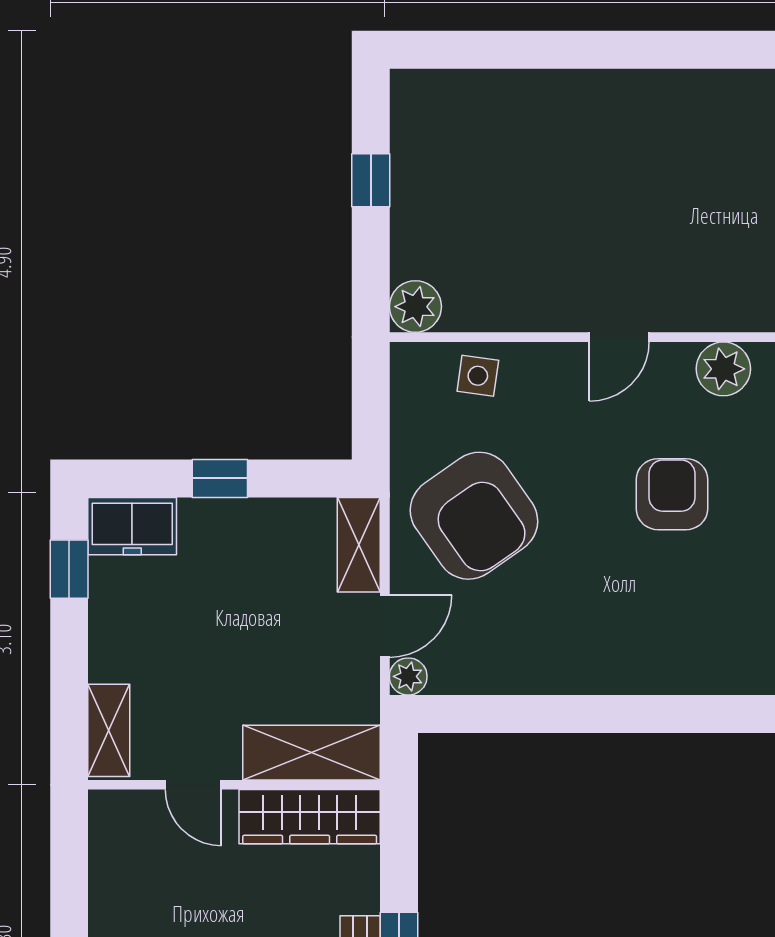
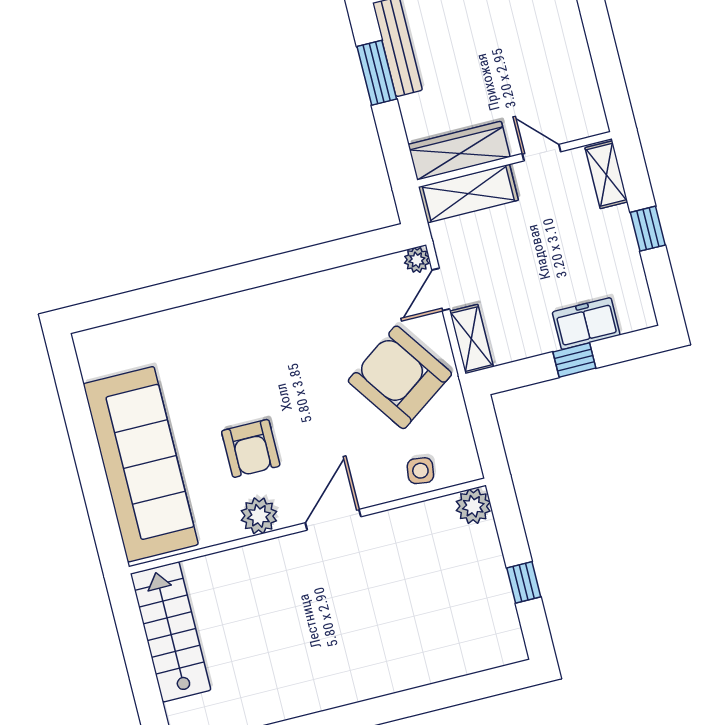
door: (619, 337) -> (333, 520), width x1.38
armchair: (672, 494) -> (251, 448), moved
freezer: (132, 526) -> (586, 324), moved
window: (69, 569) -> (648, 229), moved

